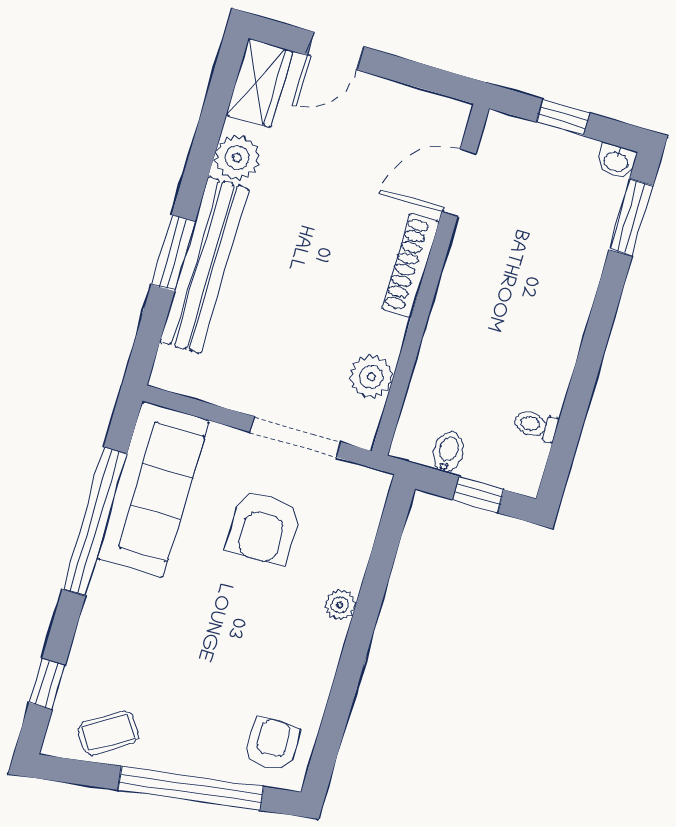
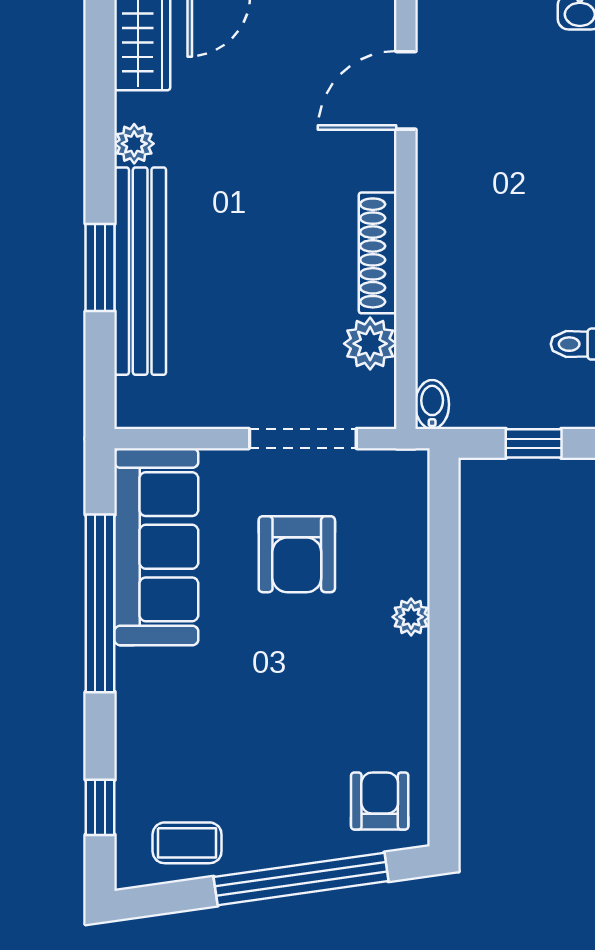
plant: (237, 158) -> (134, 144), width x0.73, depth x0.73
shoe rack: (410, 265) -> (378, 253), moved
bidet: (448, 452) -> (432, 404), moved
coffee table: (108, 733) -> (187, 843), turned 33

